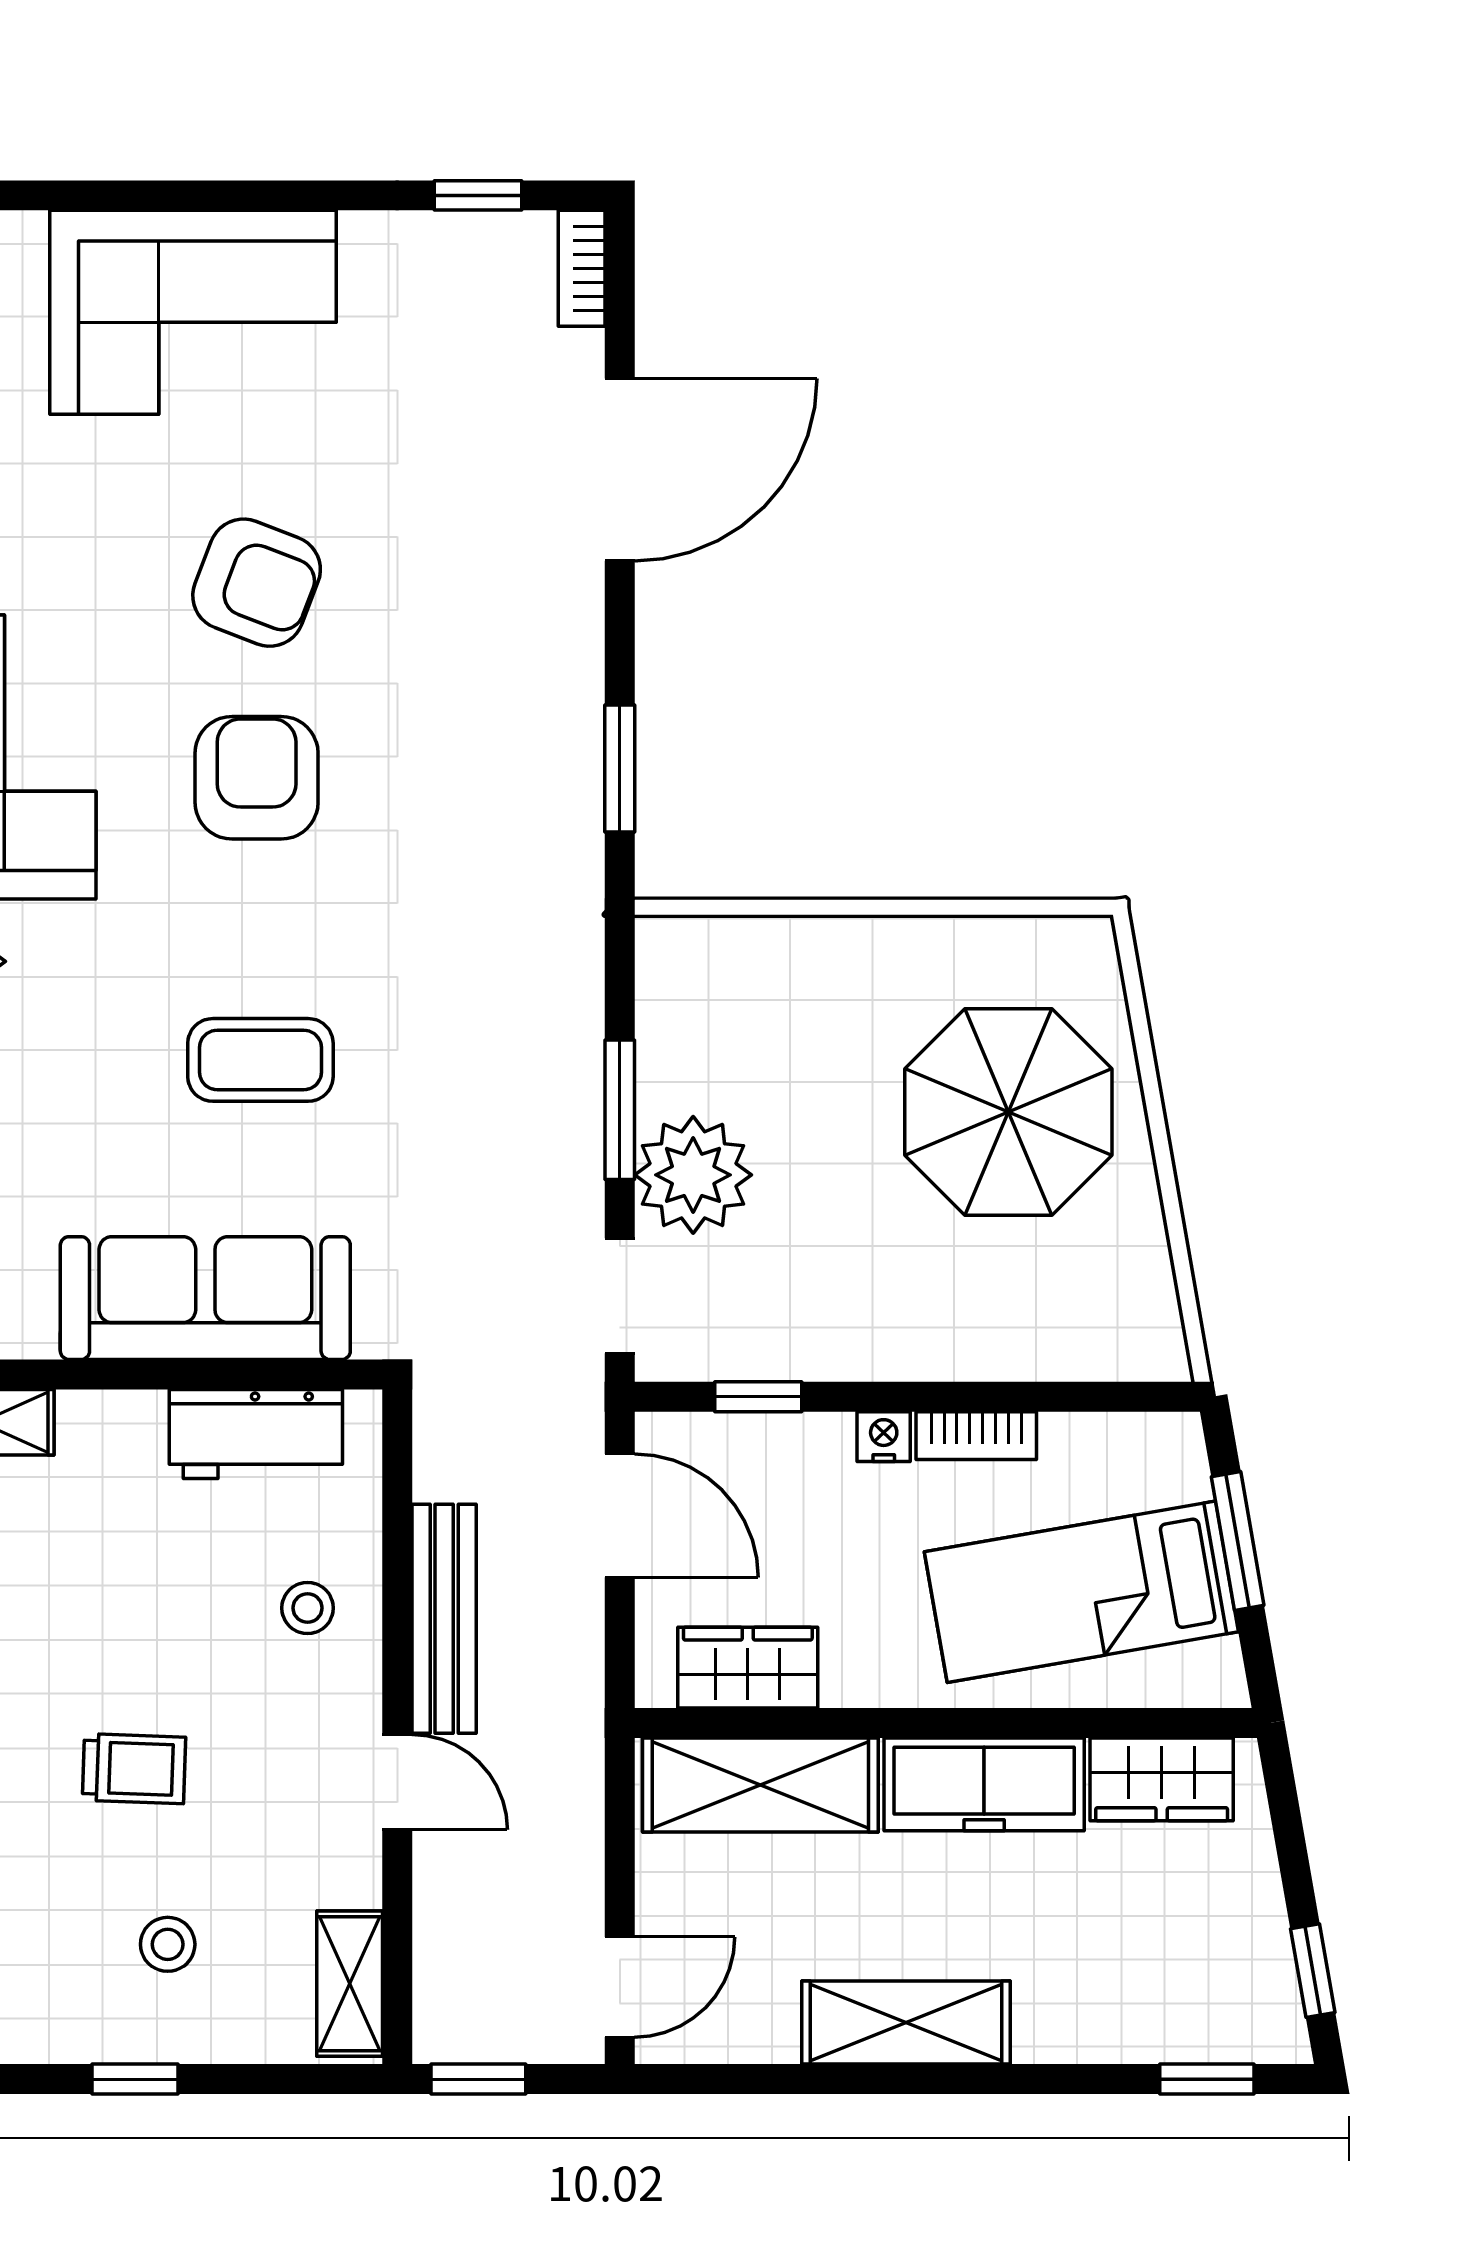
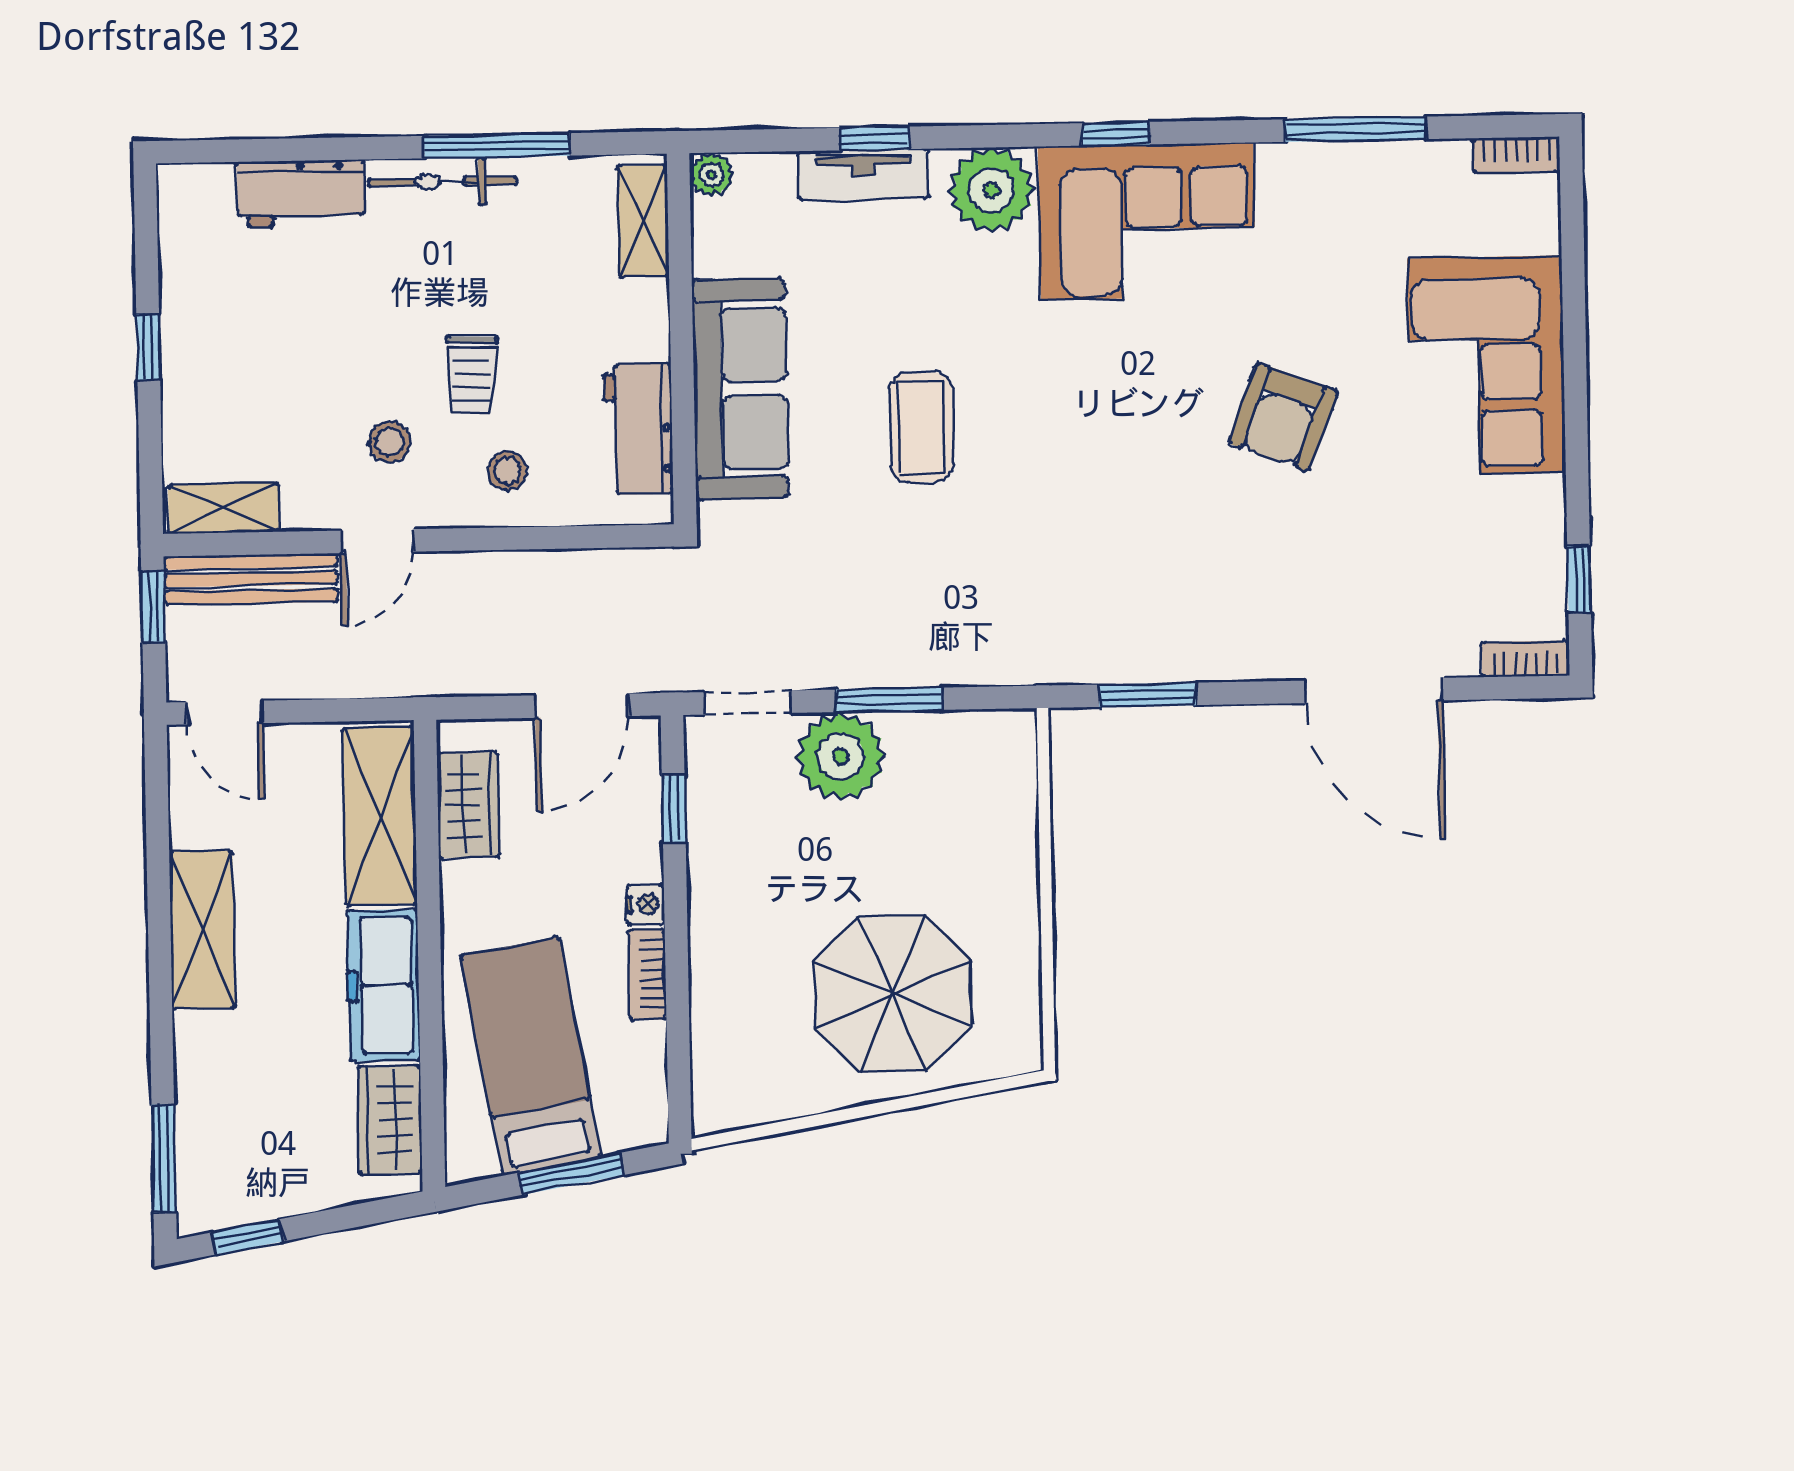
armchair: (257, 778) -> (1135, 420), removed
bench: (444, 1619) -> (251, 579), moved
trolley: (134, 1769) -> (471, 375), moved
stool: (168, 1944) -> (389, 442), moved
window: (1207, 2079) -> (164, 1158), width x1.50

